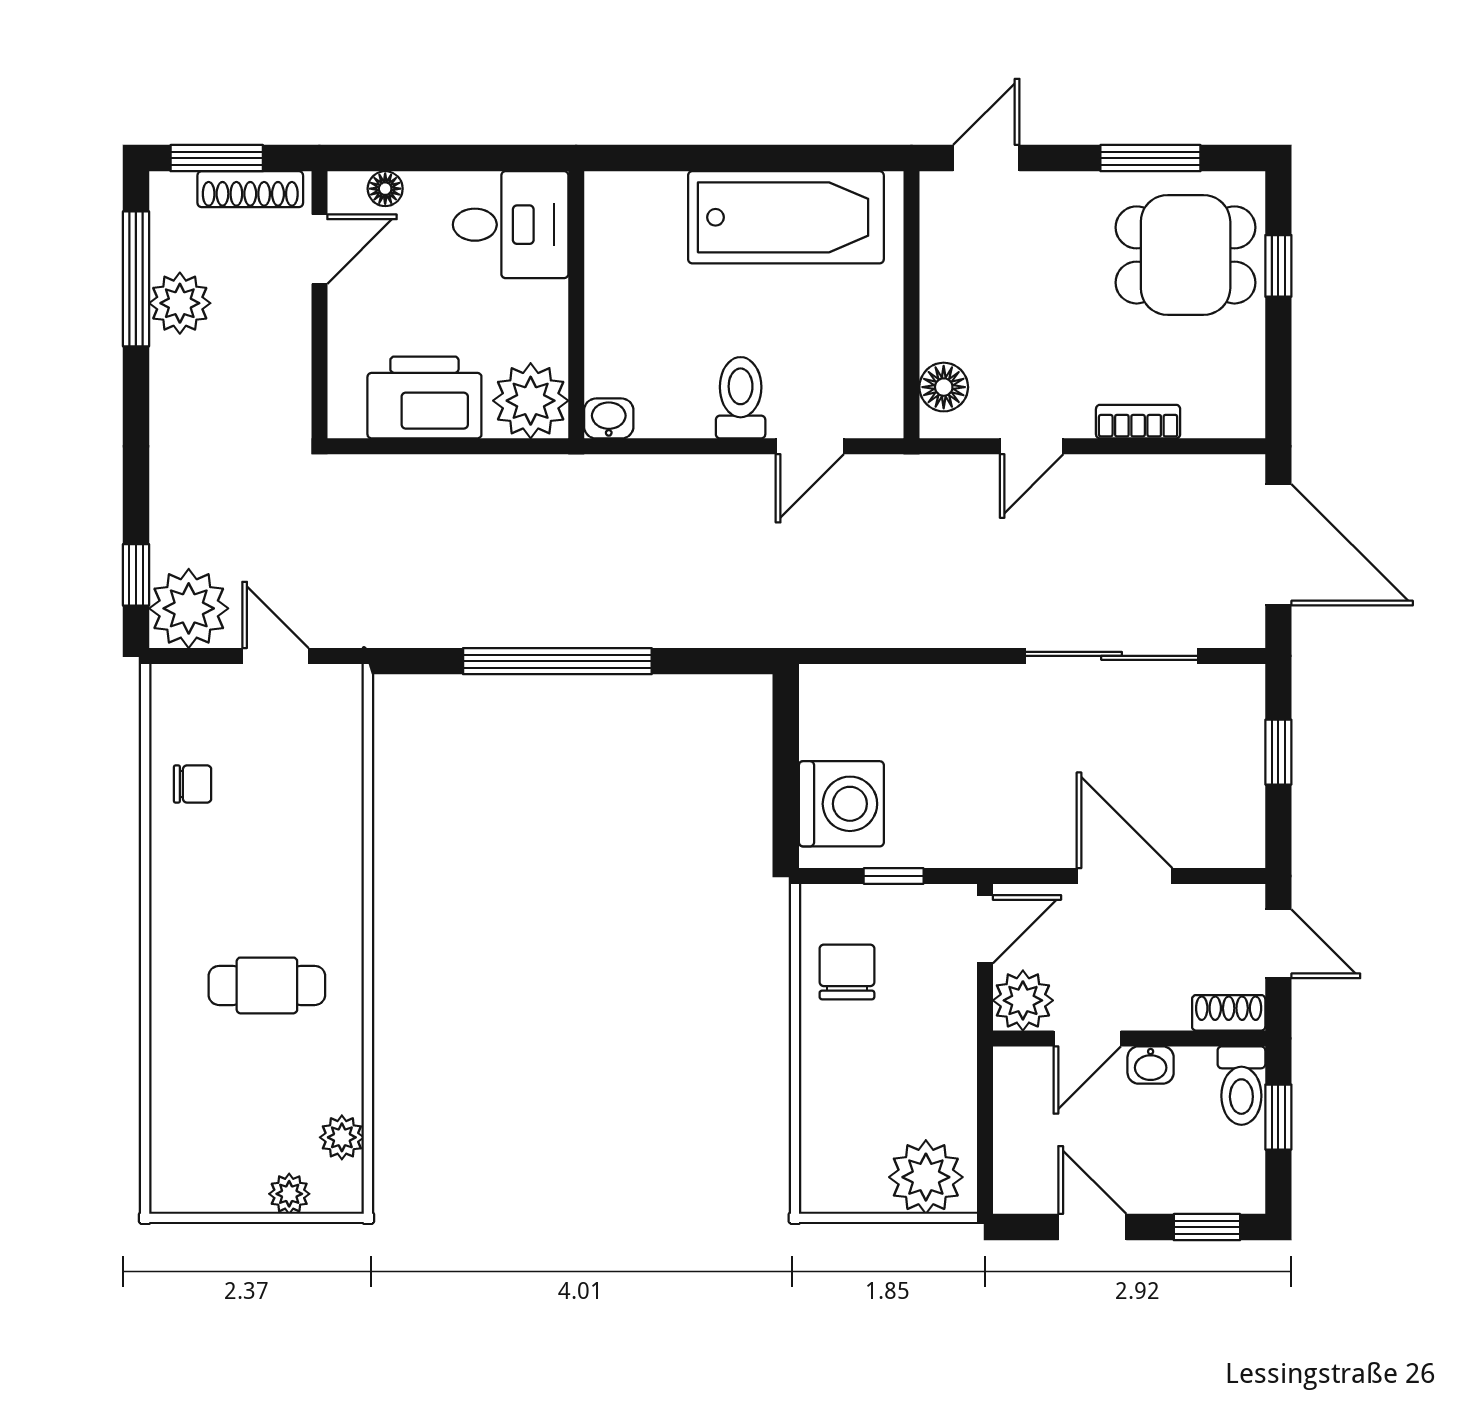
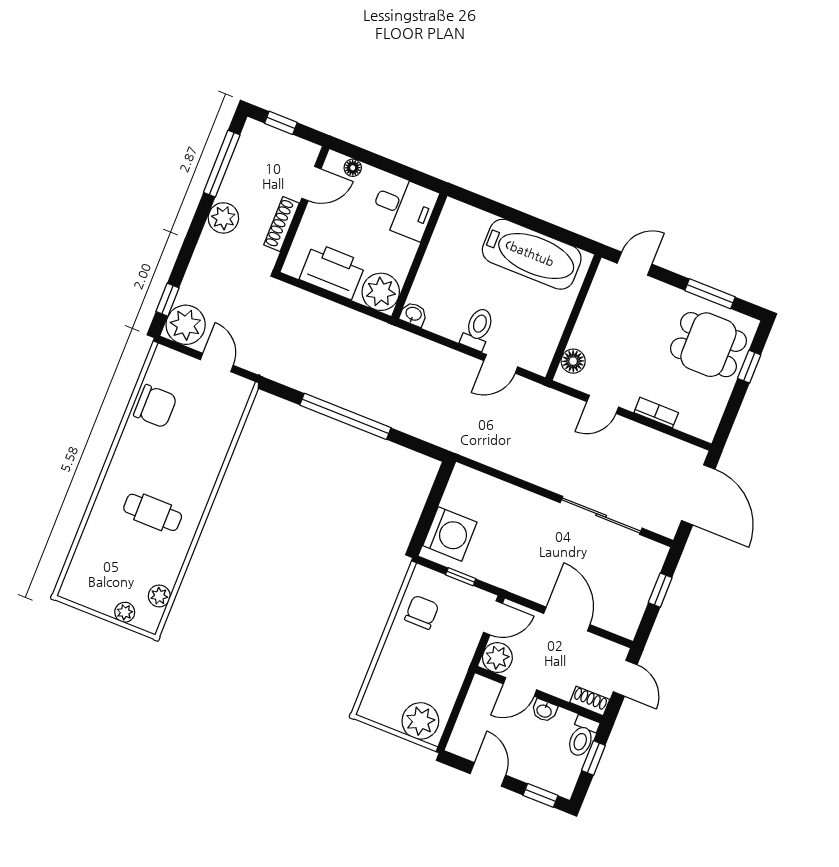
window: (217, 158) -> (281, 123), width x0.67
shoe rack: (250, 189) -> (282, 224), moved, turned 90
plant: (180, 303) -> (223, 218), moved
chair: (193, 784) -> (155, 406), width x1.87, depth x1.87

